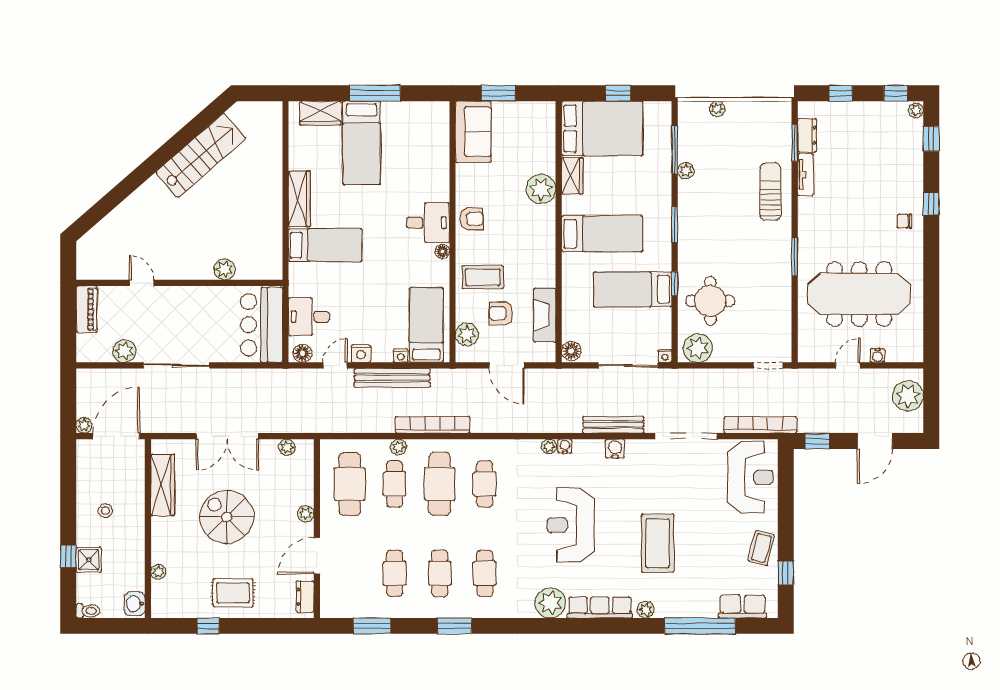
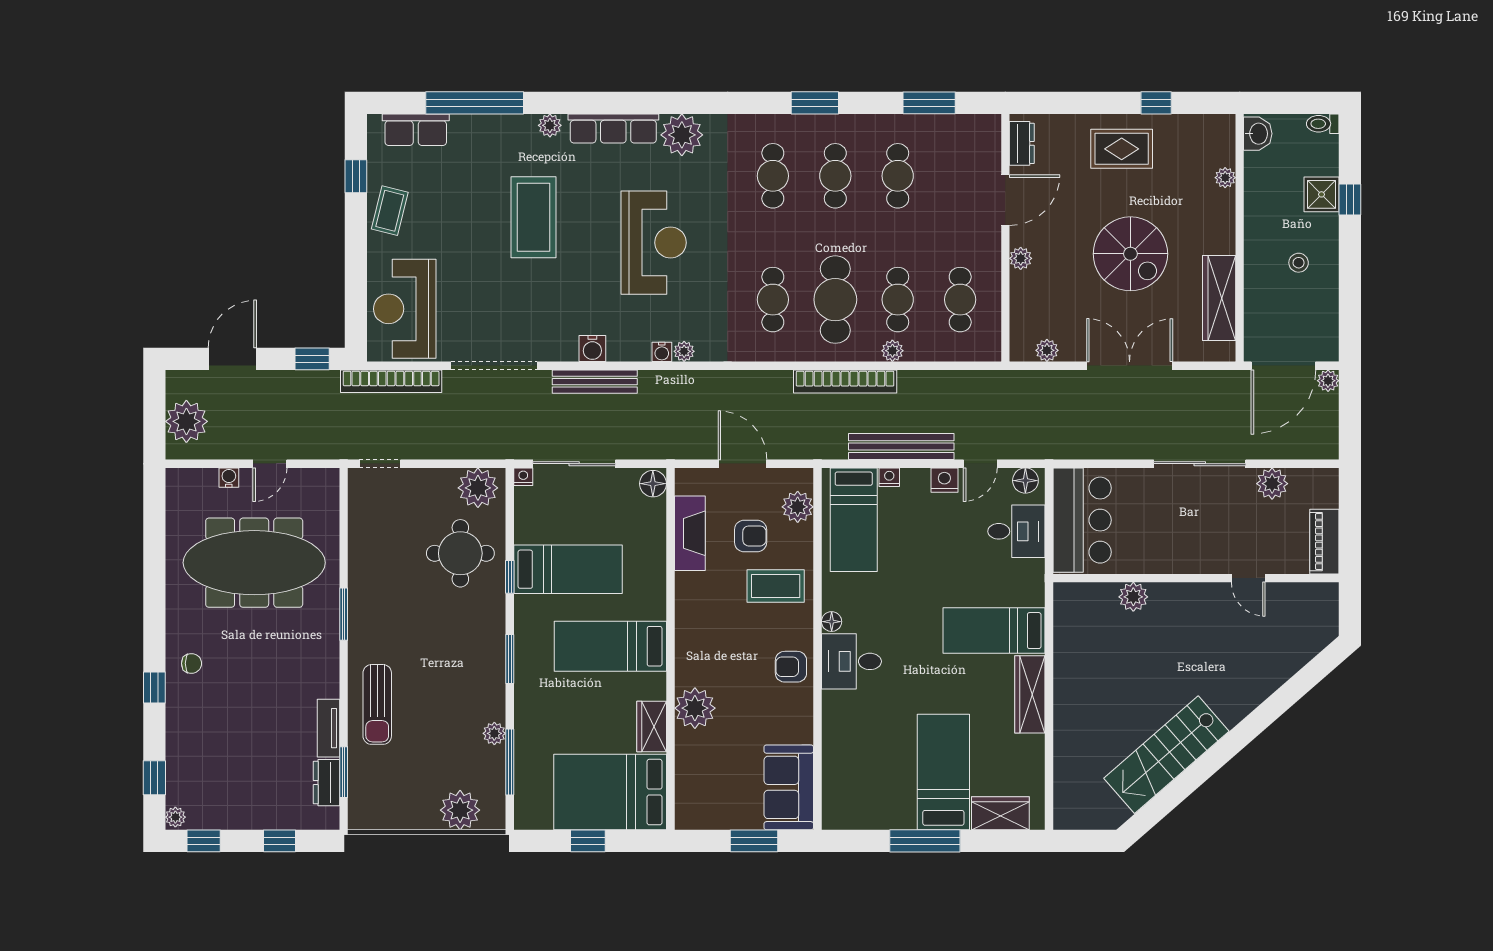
plant: (717, 109) -> (460, 810), width x1.87, depth x1.87
cafe table: (350, 484) -> (960, 300), width x0.73, depth x0.74

